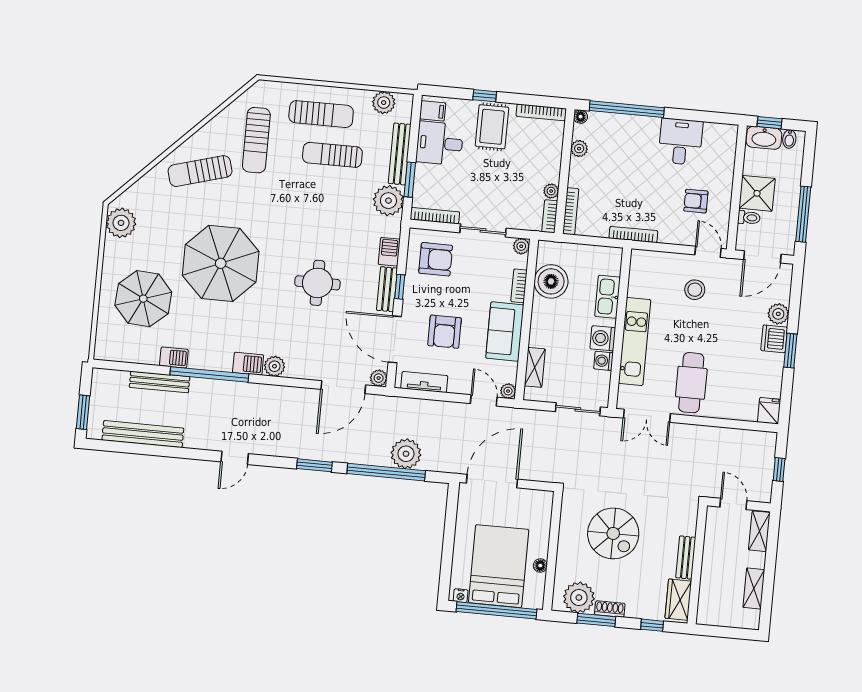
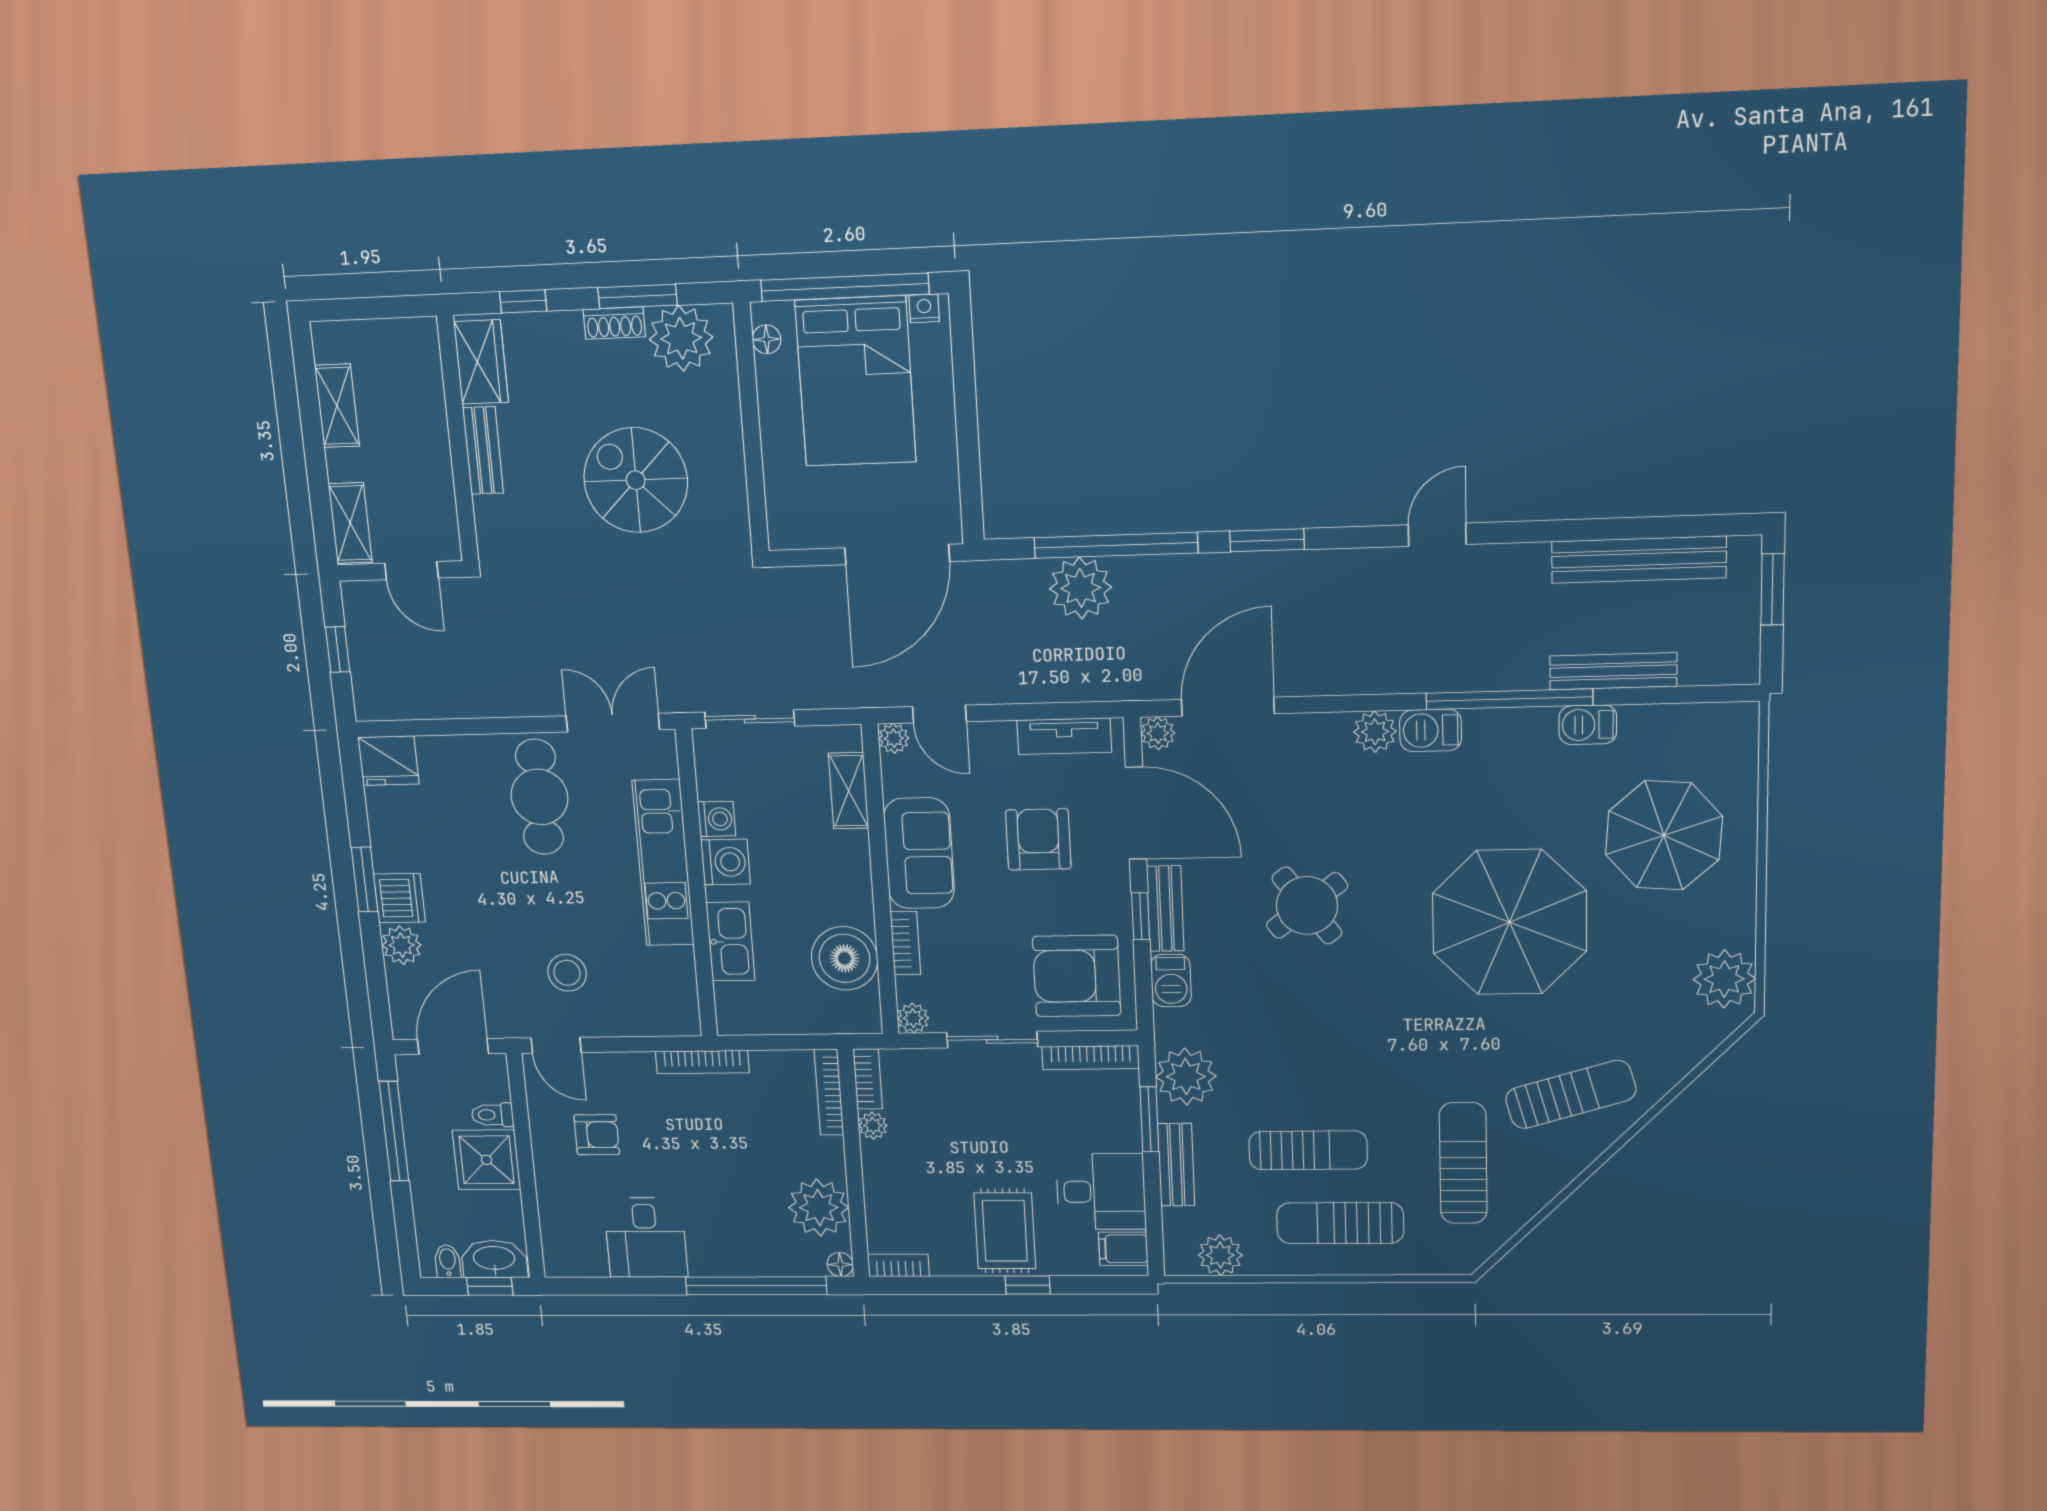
bookcase: (541, 112) -> (899, 1265), width x0.64
plant: (579, 149) -> (819, 1208), width x1.87, depth x1.87
bench: (400, 154) -> (1176, 1165), width x0.73
armchair: (436, 259) -> (1077, 976), width x1.36, depth x1.36
round table: (317, 283) -> (1307, 905), turned -37
fridge: (769, 411) -> (388, 761), width x1.38
floor lamp: (540, 566) -> (767, 339), moved

